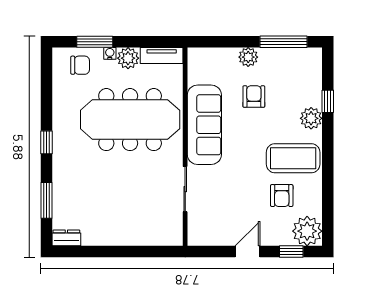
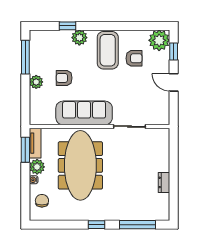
window: (95, 42) -> (25, 150), moved
window: (46, 200) -> (138, 225), width x1.44
dresser: (66, 238) -> (164, 182), moved

